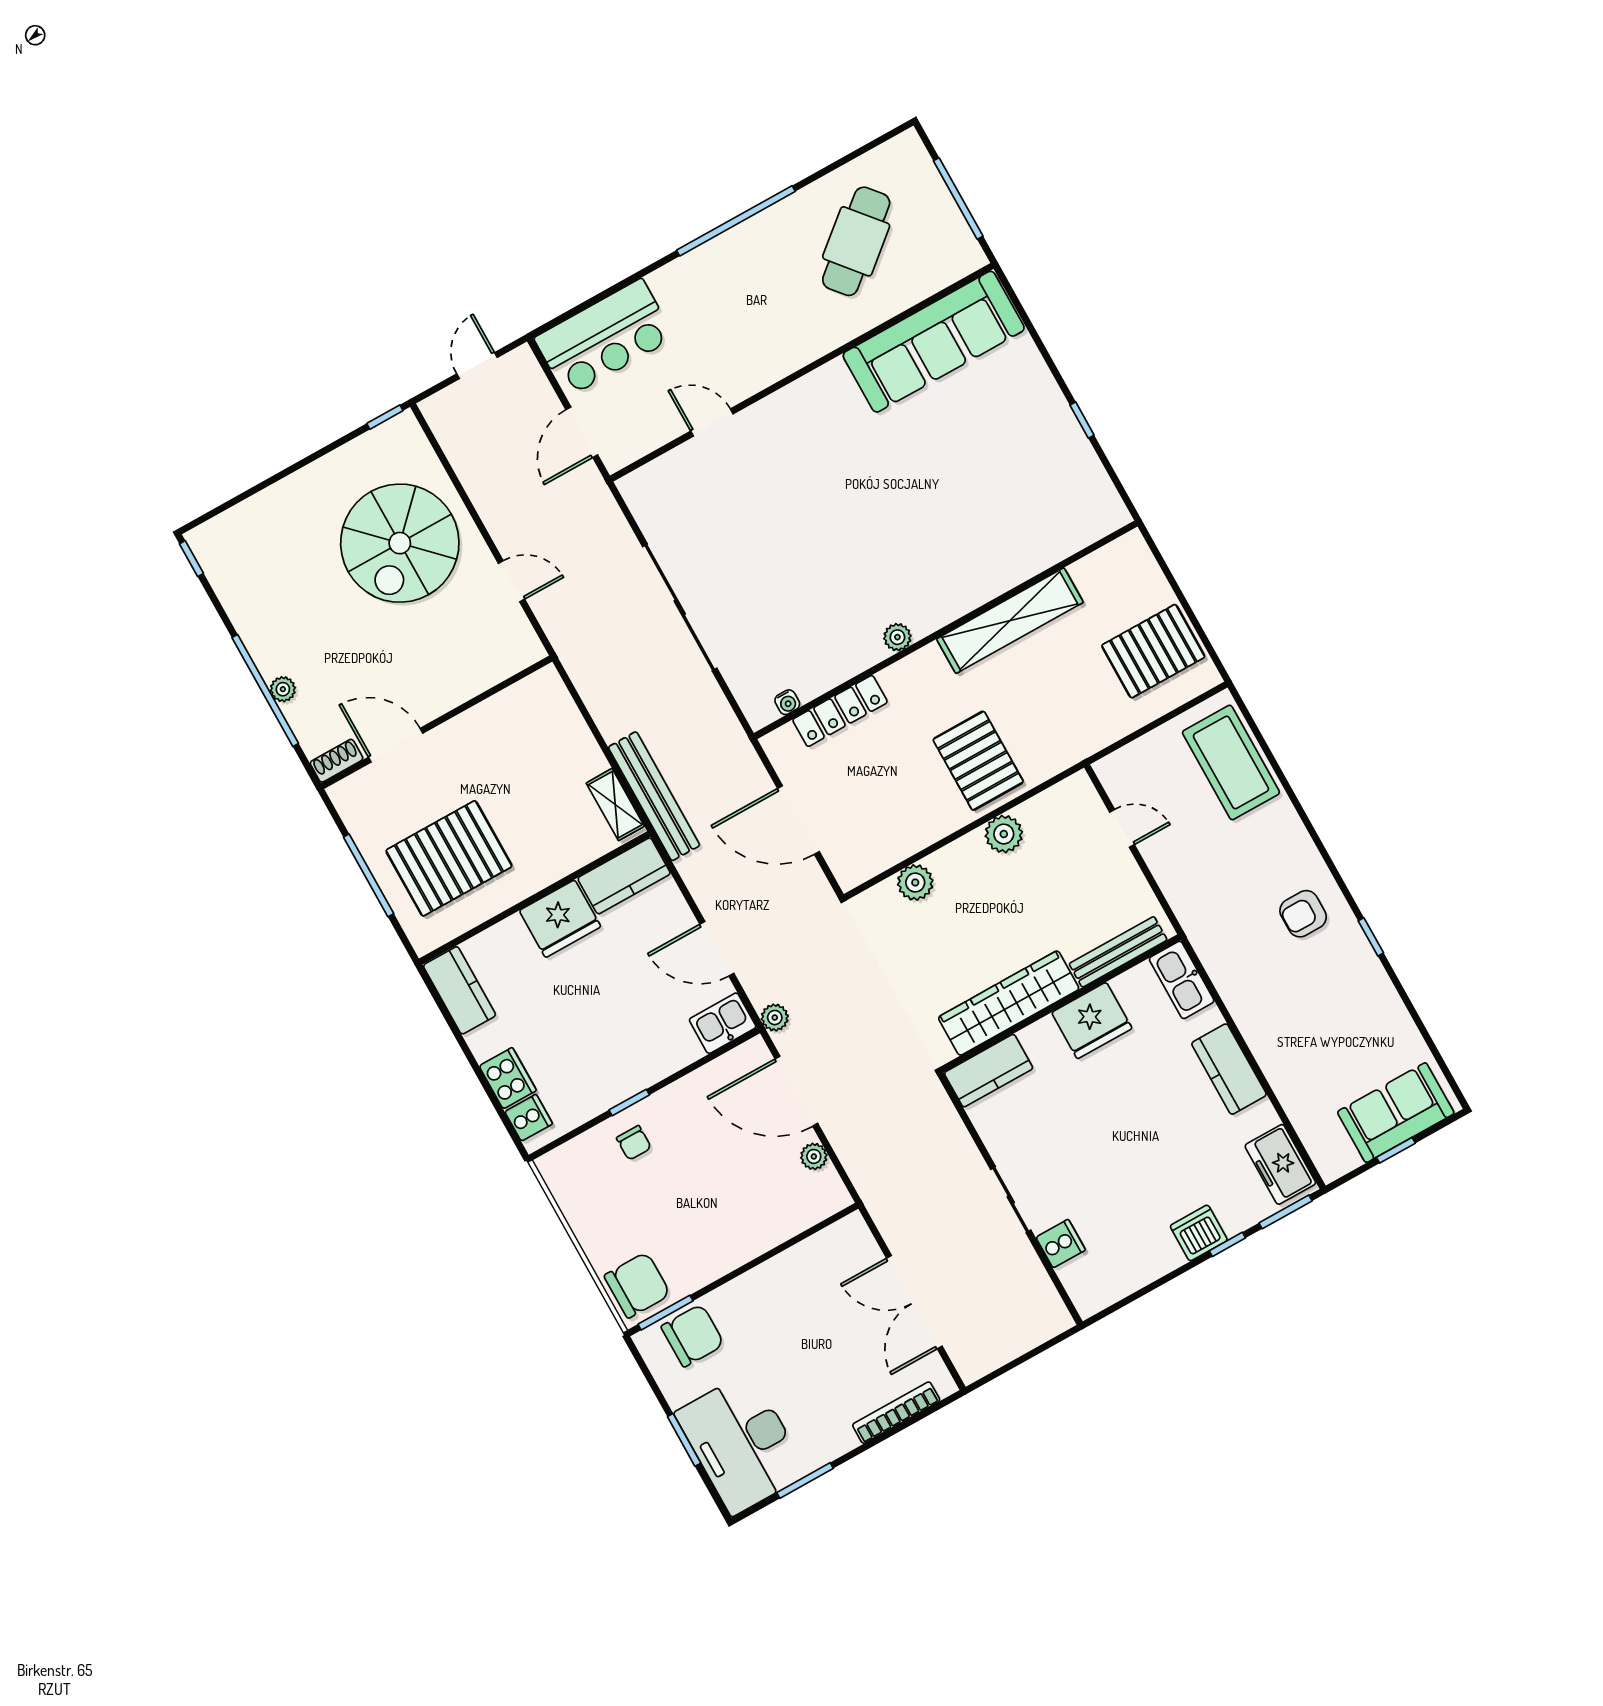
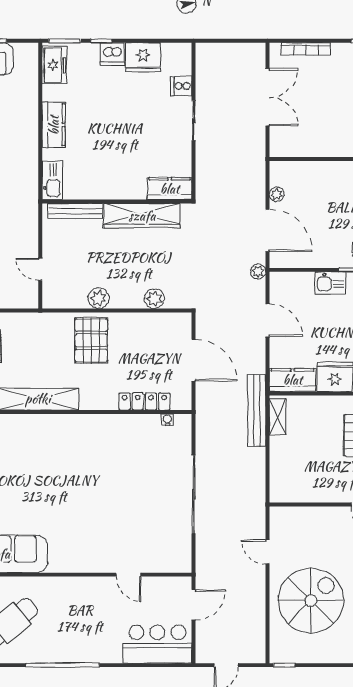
plant: (897, 637) -> (97, 422), removed
fridge: (1092, 1020) -> (143, 57), moved, turned 180
kitchen sink: (723, 1023) -> (330, 283), moved

